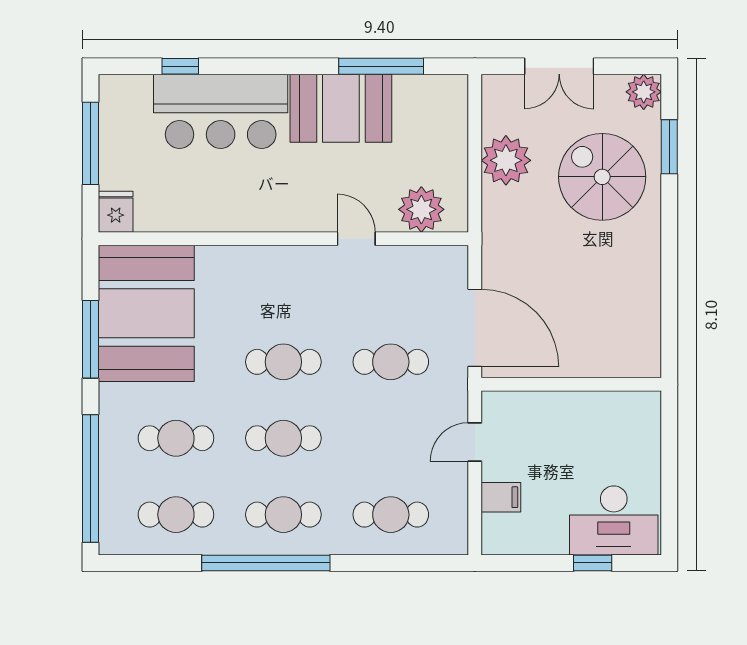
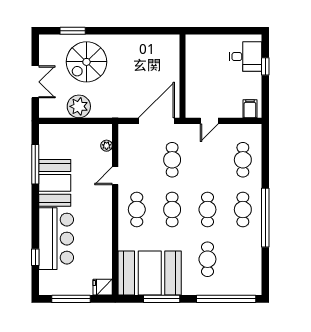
plant: (644, 92) -> (47, 43), removed
plant: (421, 209) -> (107, 146), width x0.53, depth x0.53
door: (475, 442) -> (209, 121), hinge flipped
filing cabinet: (501, 497) -> (250, 109), moved
cafe table: (176, 515) -> (137, 210), moved
desk: (614, 520) -> (246, 57), width x0.73

